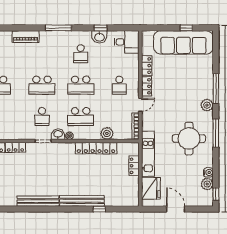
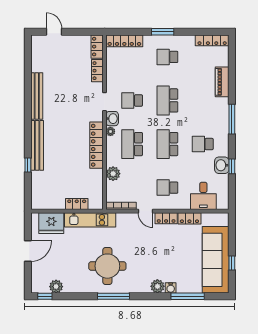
desk: (127, 42) -> (203, 196), moved
window: (216, 89) -> (188, 296), moved
plant: (207, 105) -> (157, 286), moved
locker: (96, 148) -> (96, 145), moved
water cooler: (208, 172) -> (171, 288), moved

